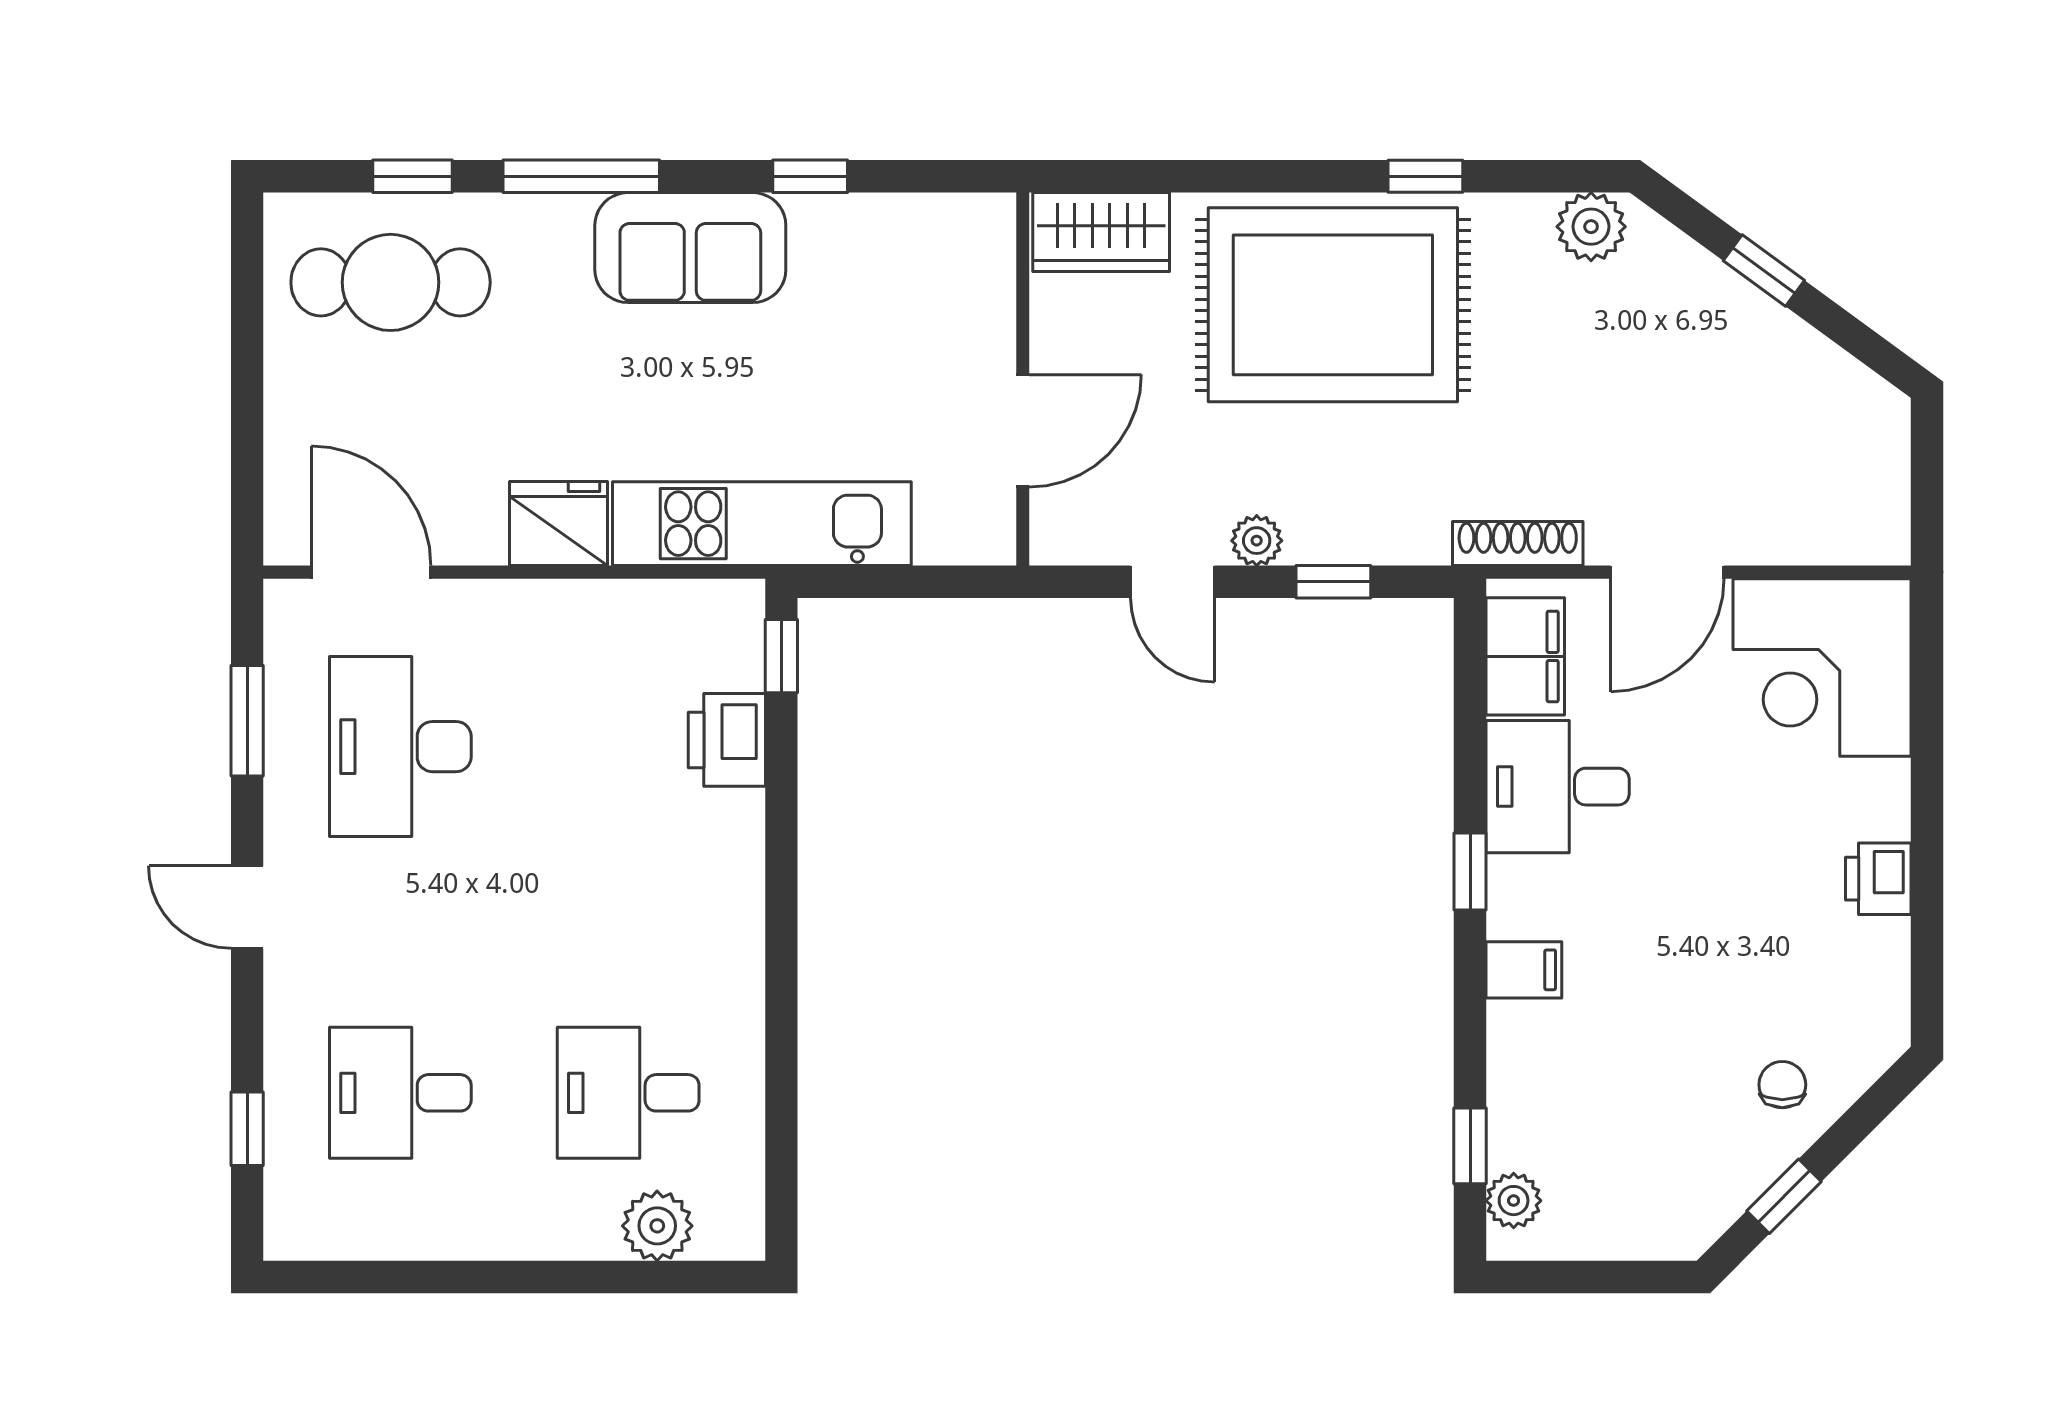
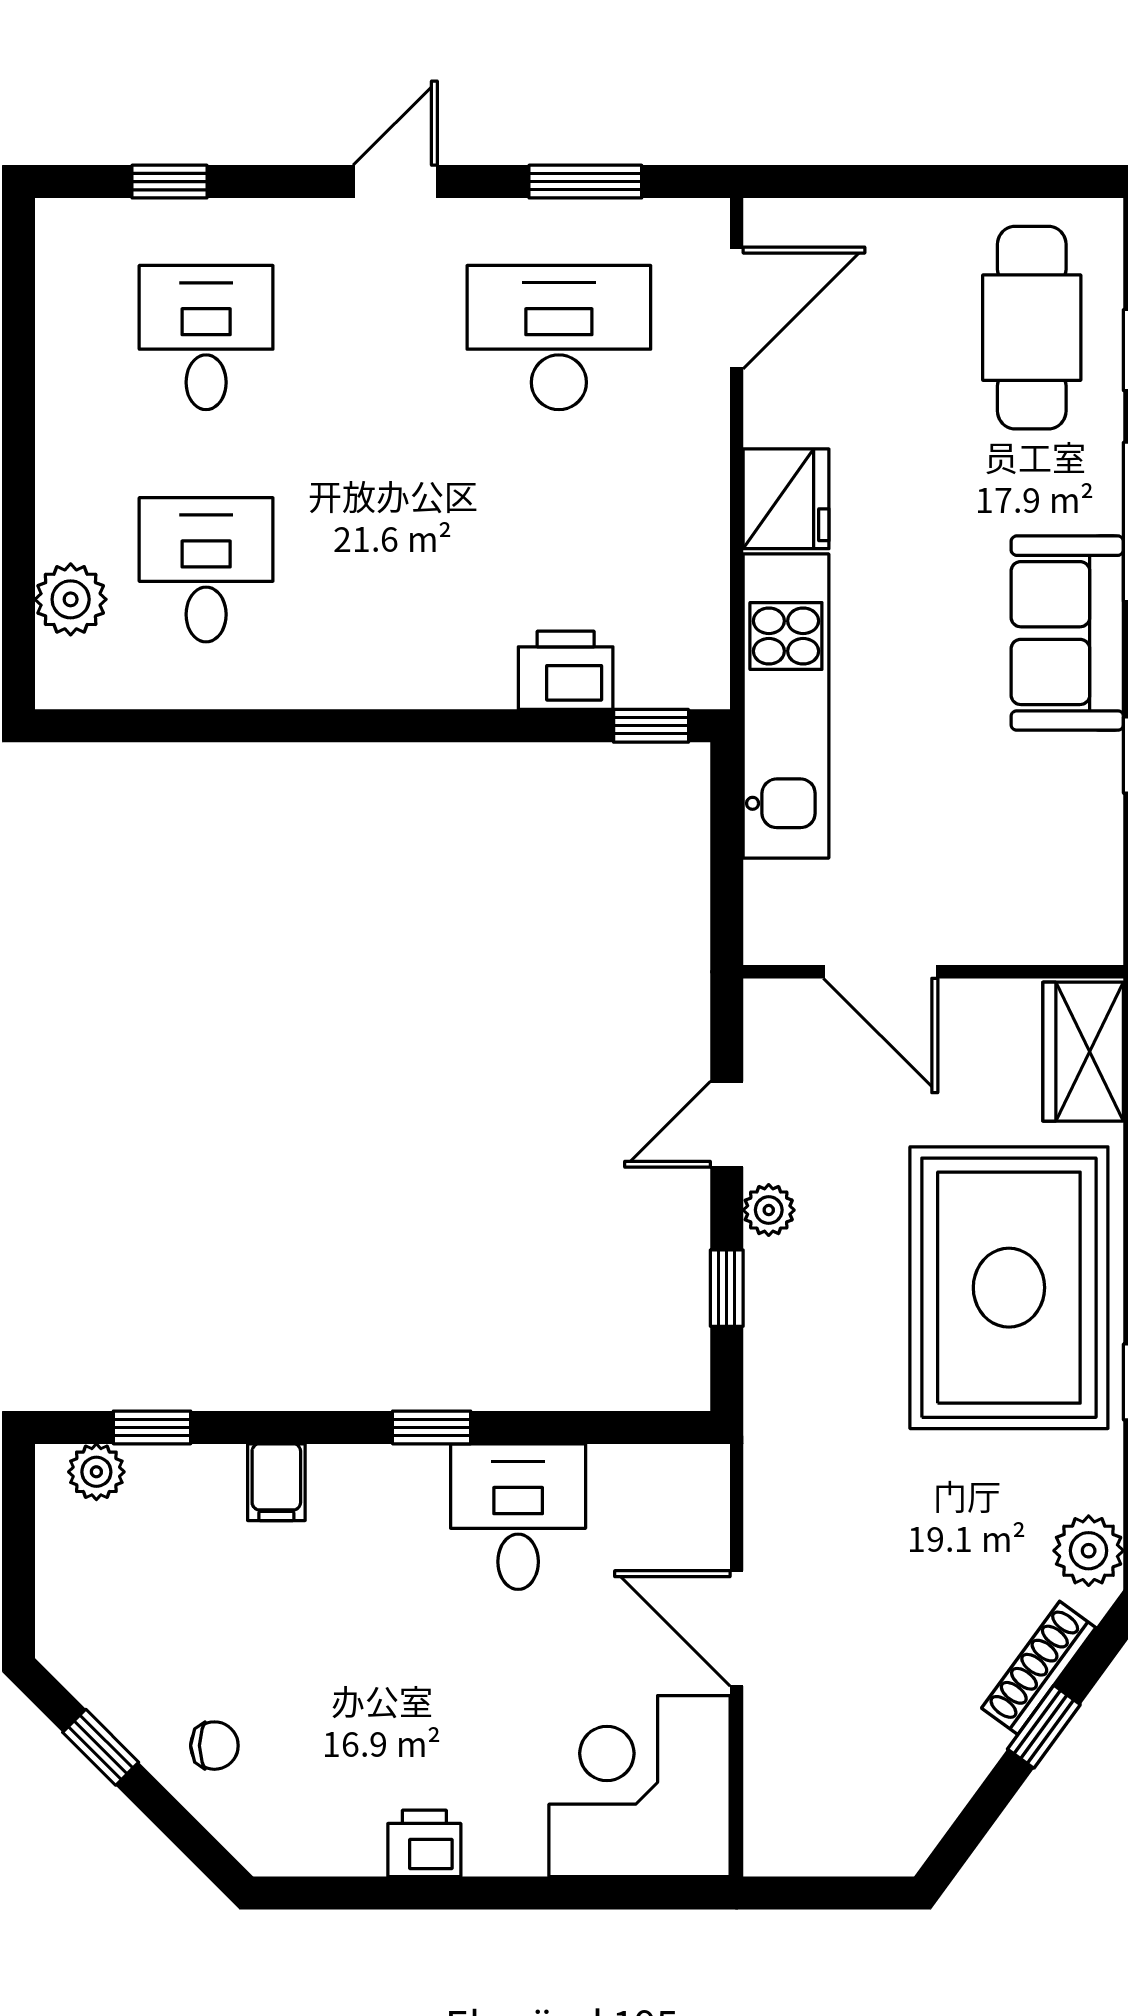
shoe rack: (1518, 544) -> (1039, 1668), moved, turned -144
filing cabinet: (1525, 656) -> (651, 1484), removed
filing cabinet: (1524, 970) -> (276, 1482), moved

